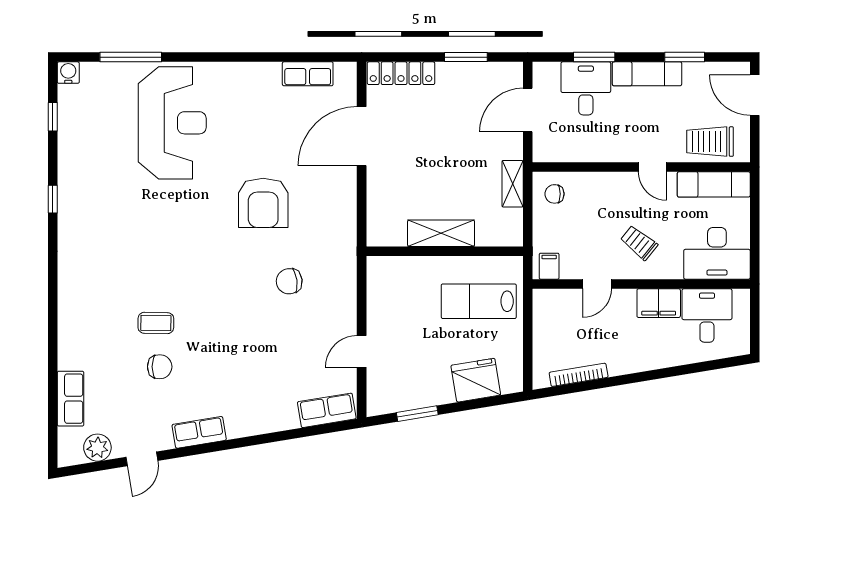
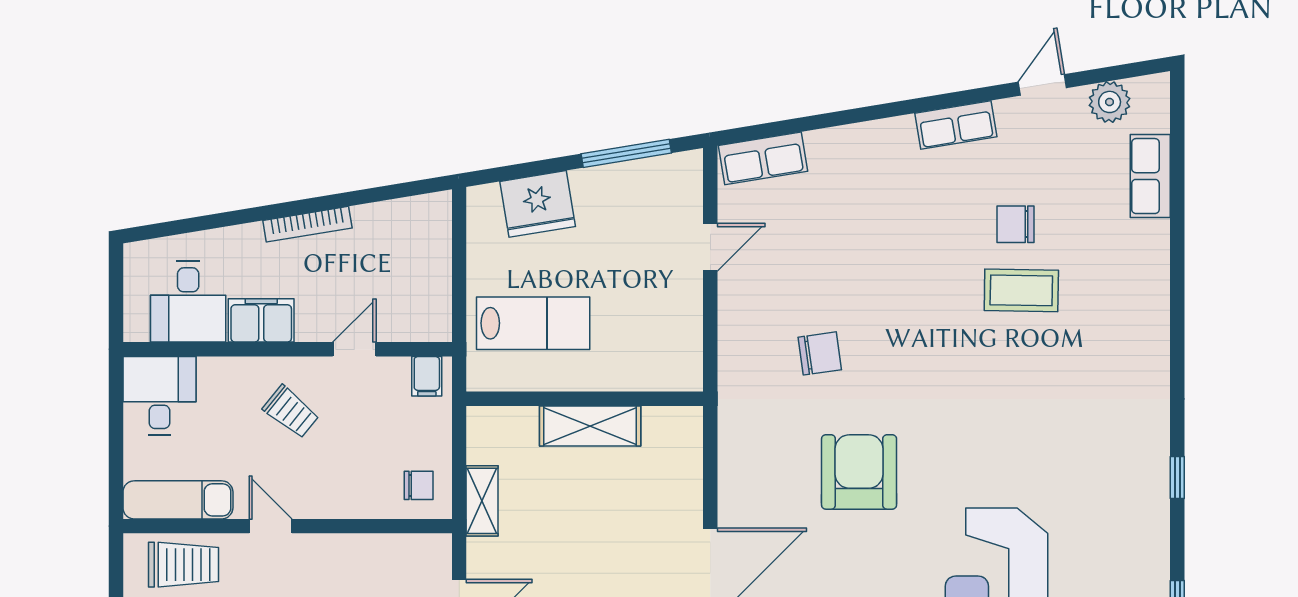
desk: (717, 253) -> (159, 396), width x0.73
coffee table: (156, 323) -> (1021, 290), width x1.36, depth x1.30
bookcase: (579, 375) -> (307, 224), moved
window: (417, 414) -> (626, 153), width x1.44

